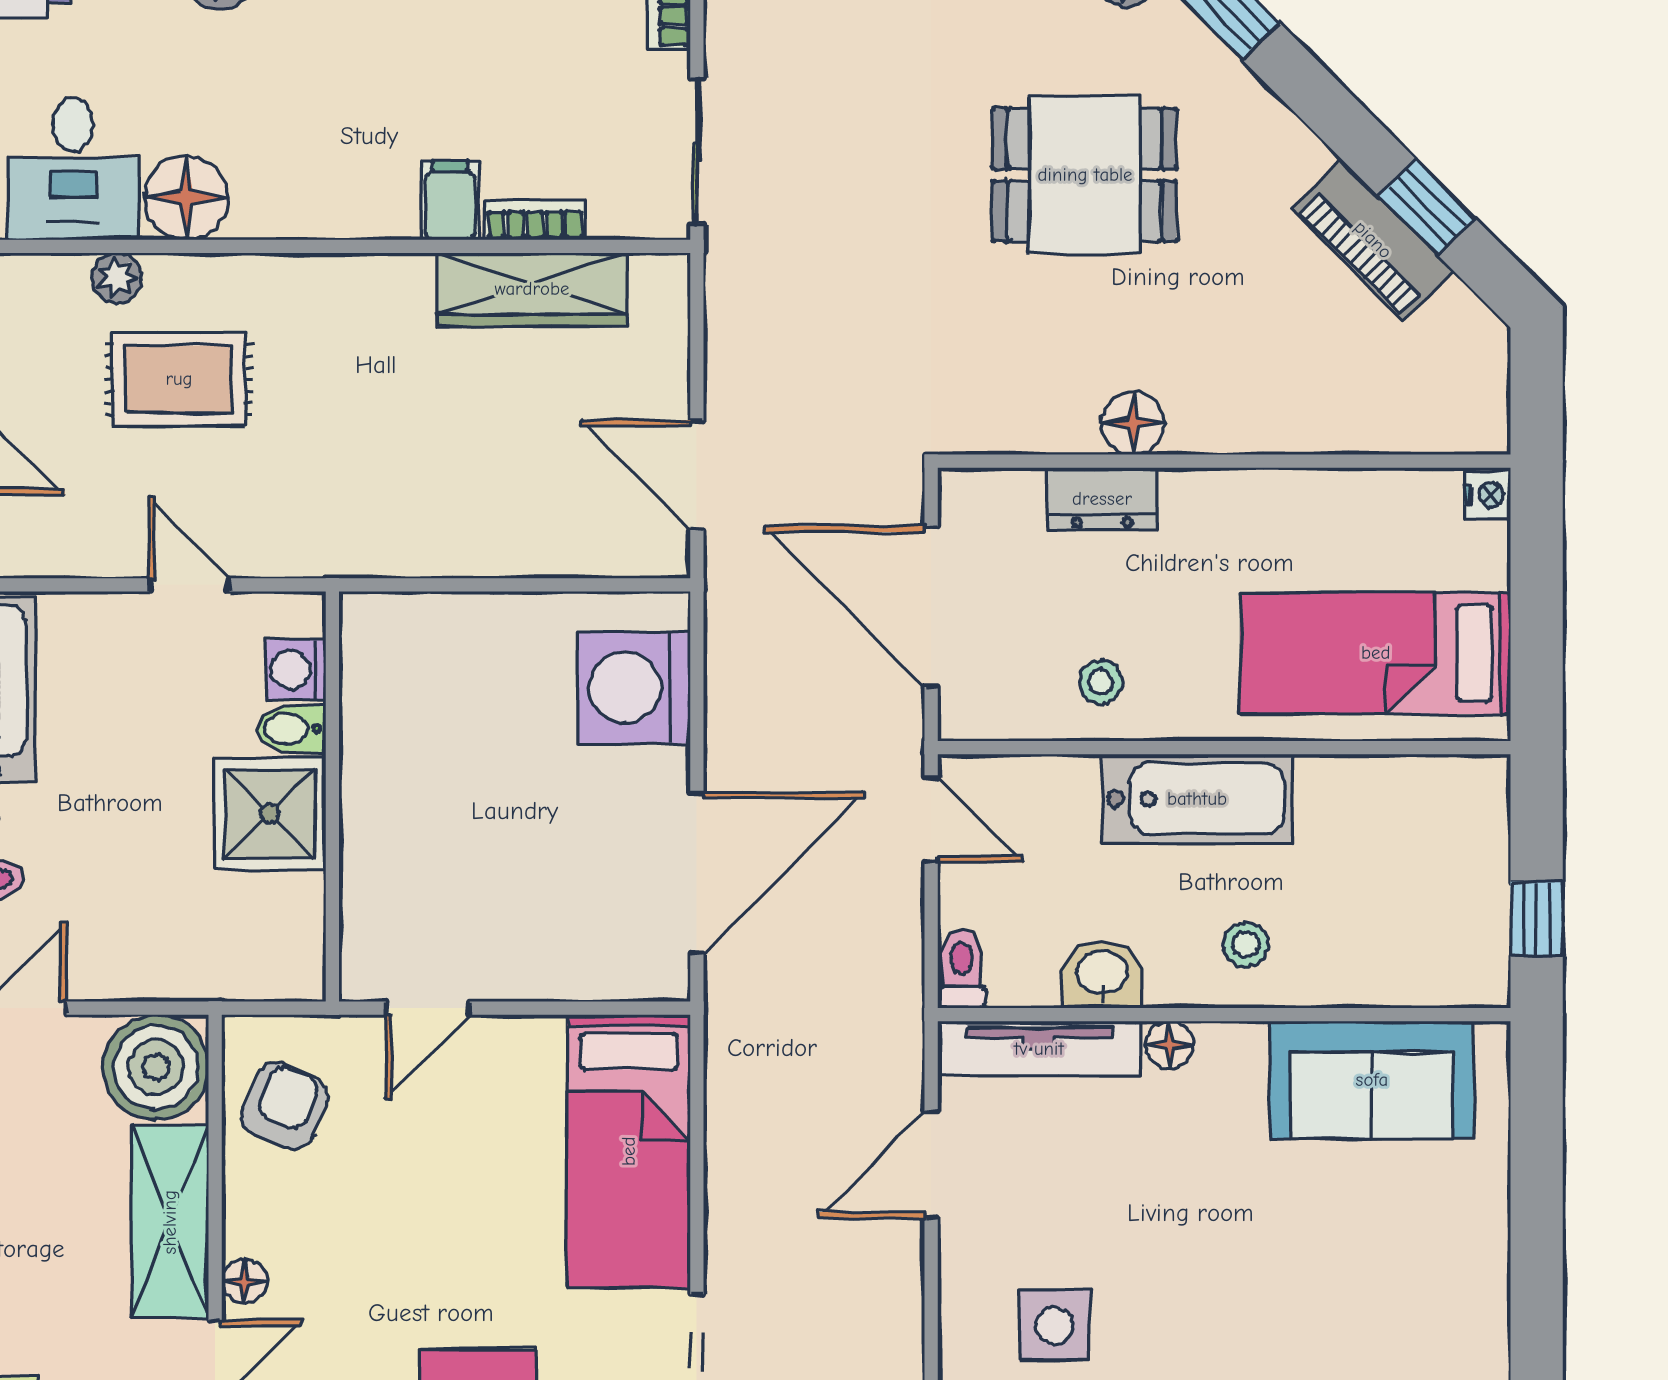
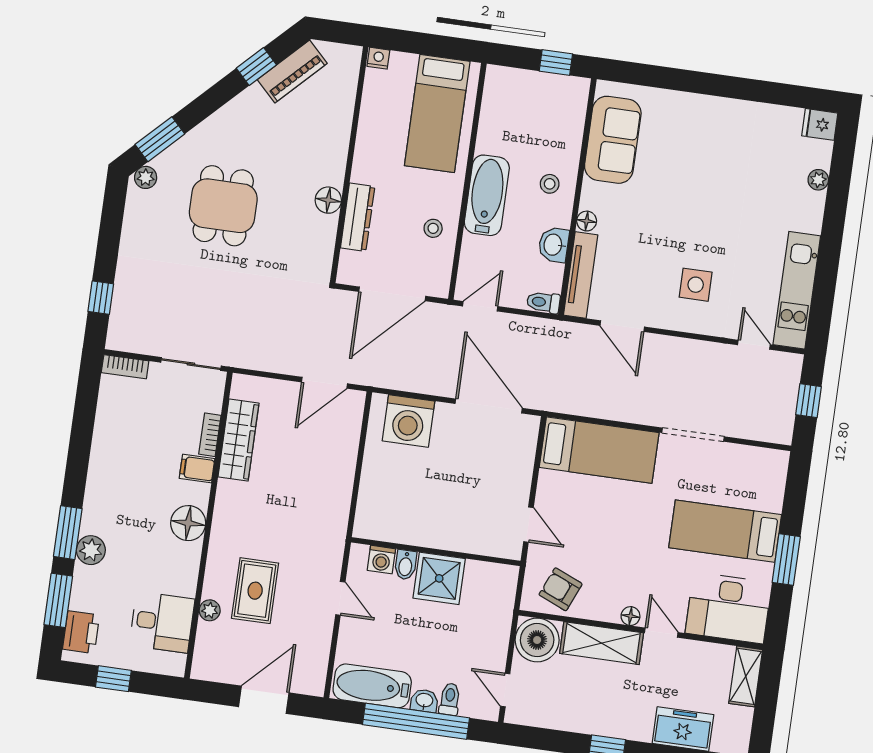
floor lamp: (186, 198) -> (188, 523), moved
piano: (1373, 240) -> (292, 71), moved
dresser: (1102, 499) -> (358, 217), width x1.44
door: (189, 585) -> (340, 598), swing flipped

